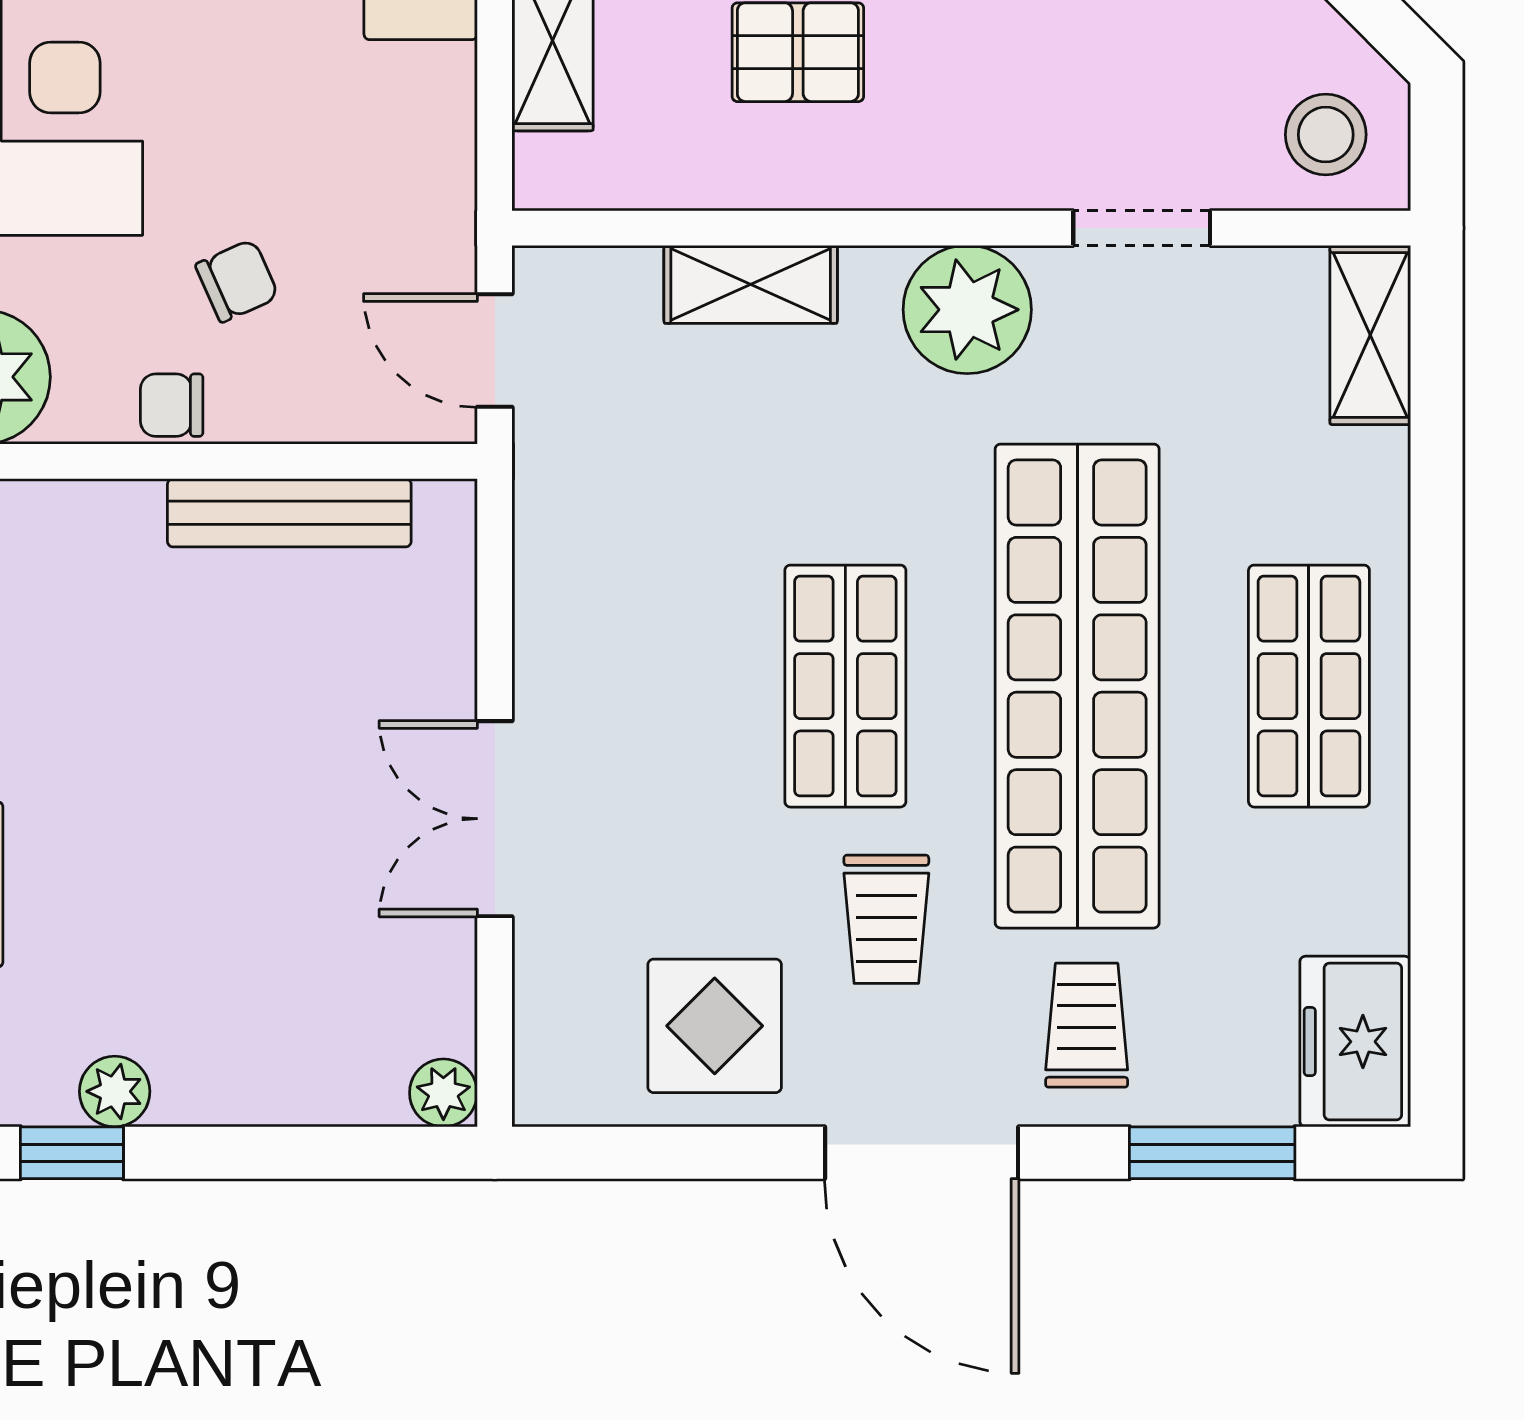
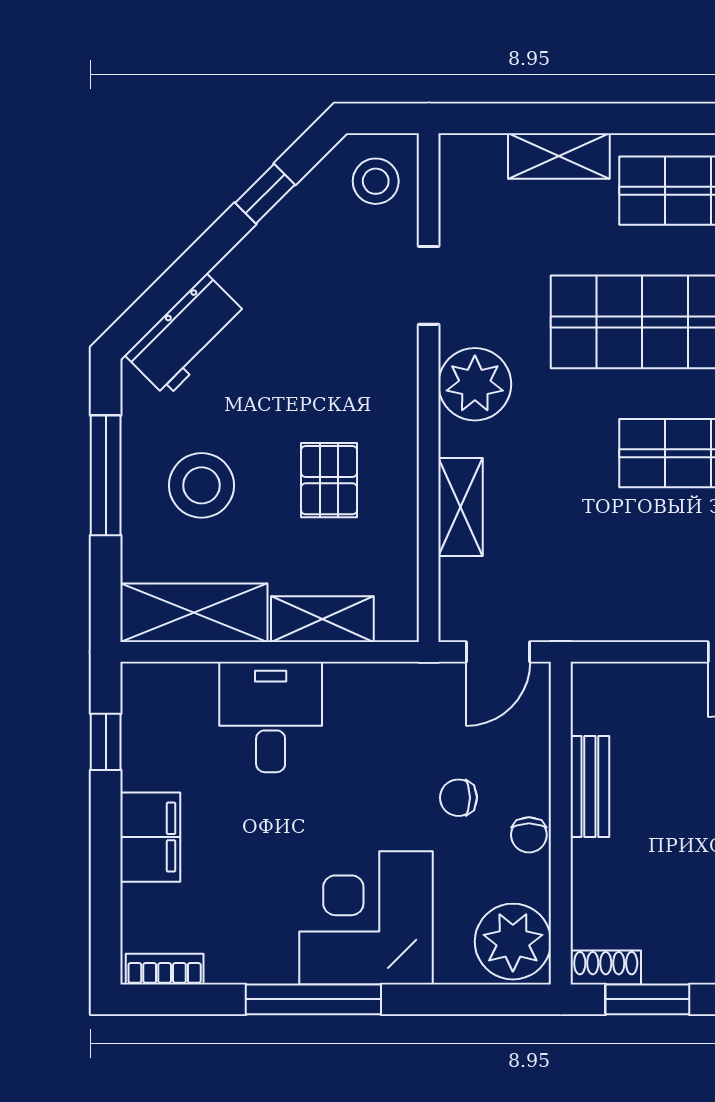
chair: (237, 281) -> (458, 798), turned -66
shelving: (1370, 335) -> (559, 156), moved
bench: (289, 513) -> (590, 787), width x0.73

